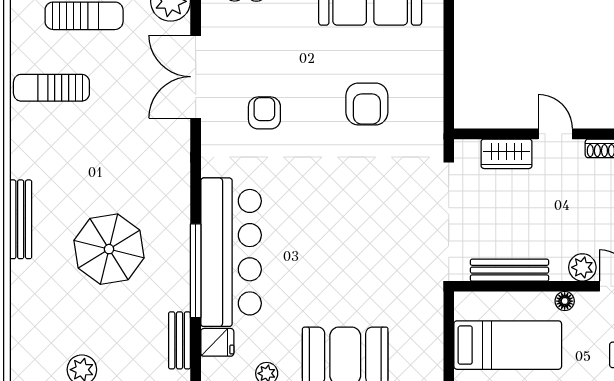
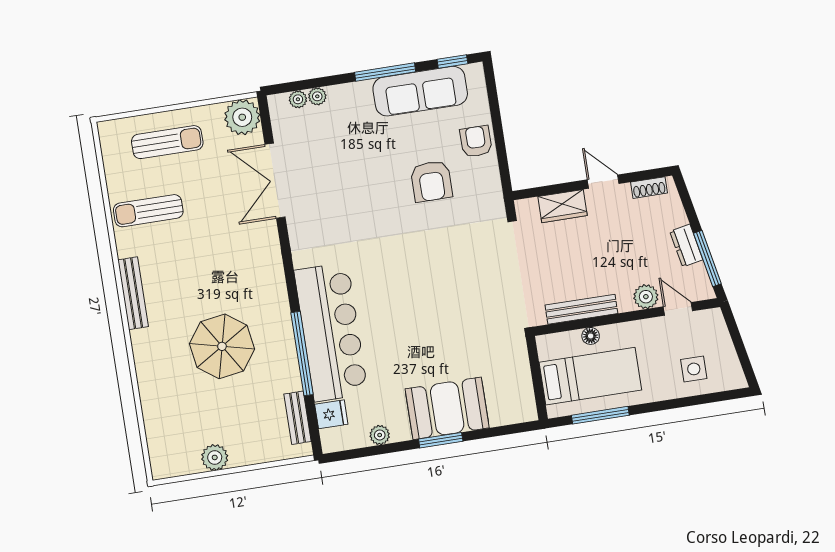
armchair: (264, 113) -> (476, 141), moved
bench: (21, 219) -> (133, 293), moved
floor lamp: (565, 301) -> (591, 336), moved

